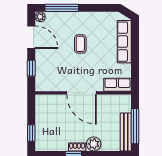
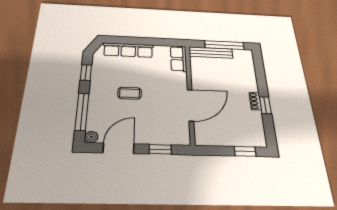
window: (99, 8) -> (86, 73), added
door: (82, 93) -> (190, 105), moved
bench: (126, 132) -> (211, 53), moved
plant: (94, 144) -> (249, 84), removed

